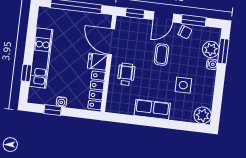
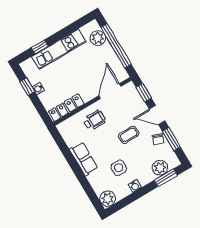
plant: (58, 17) -> (98, 38), added
fridge: (97, 62) -> (88, 92), removed
water cooler: (212, 64) -> (135, 186), moved

